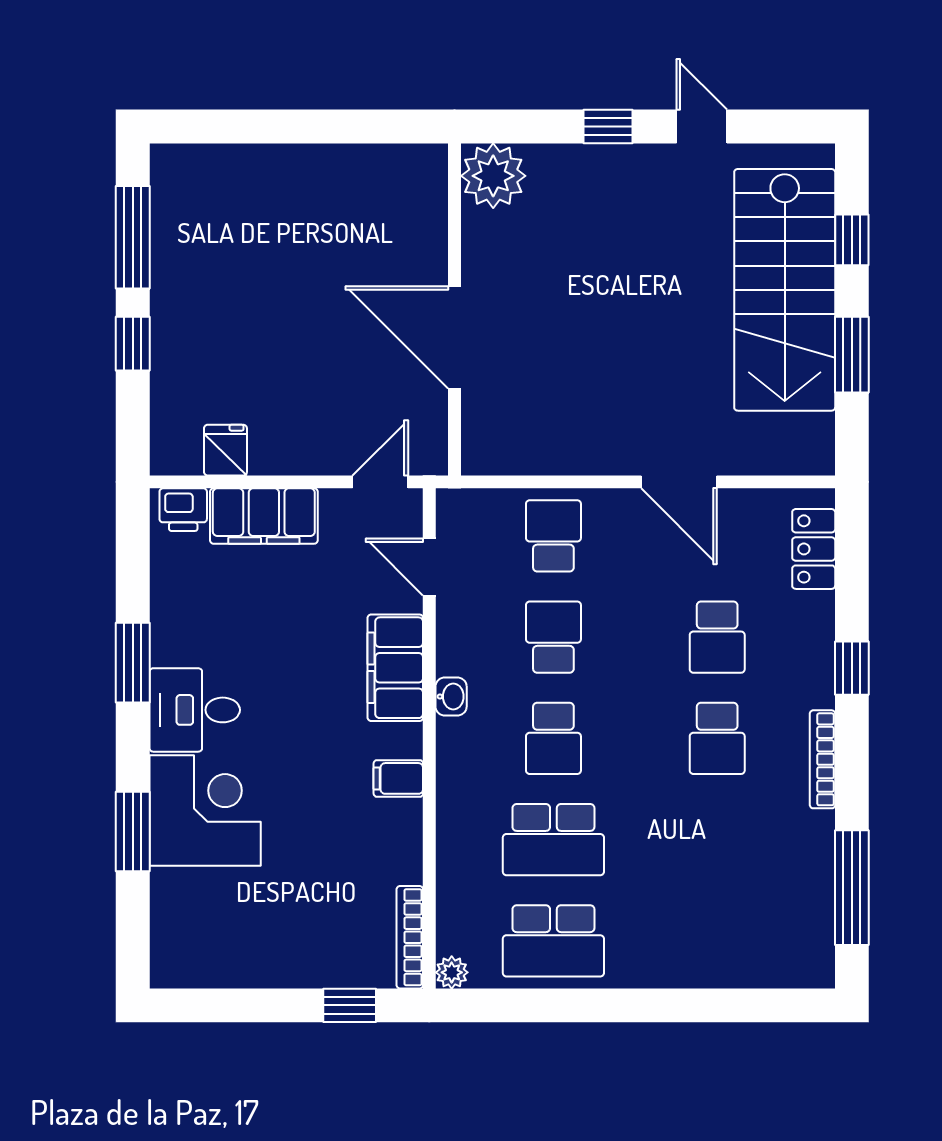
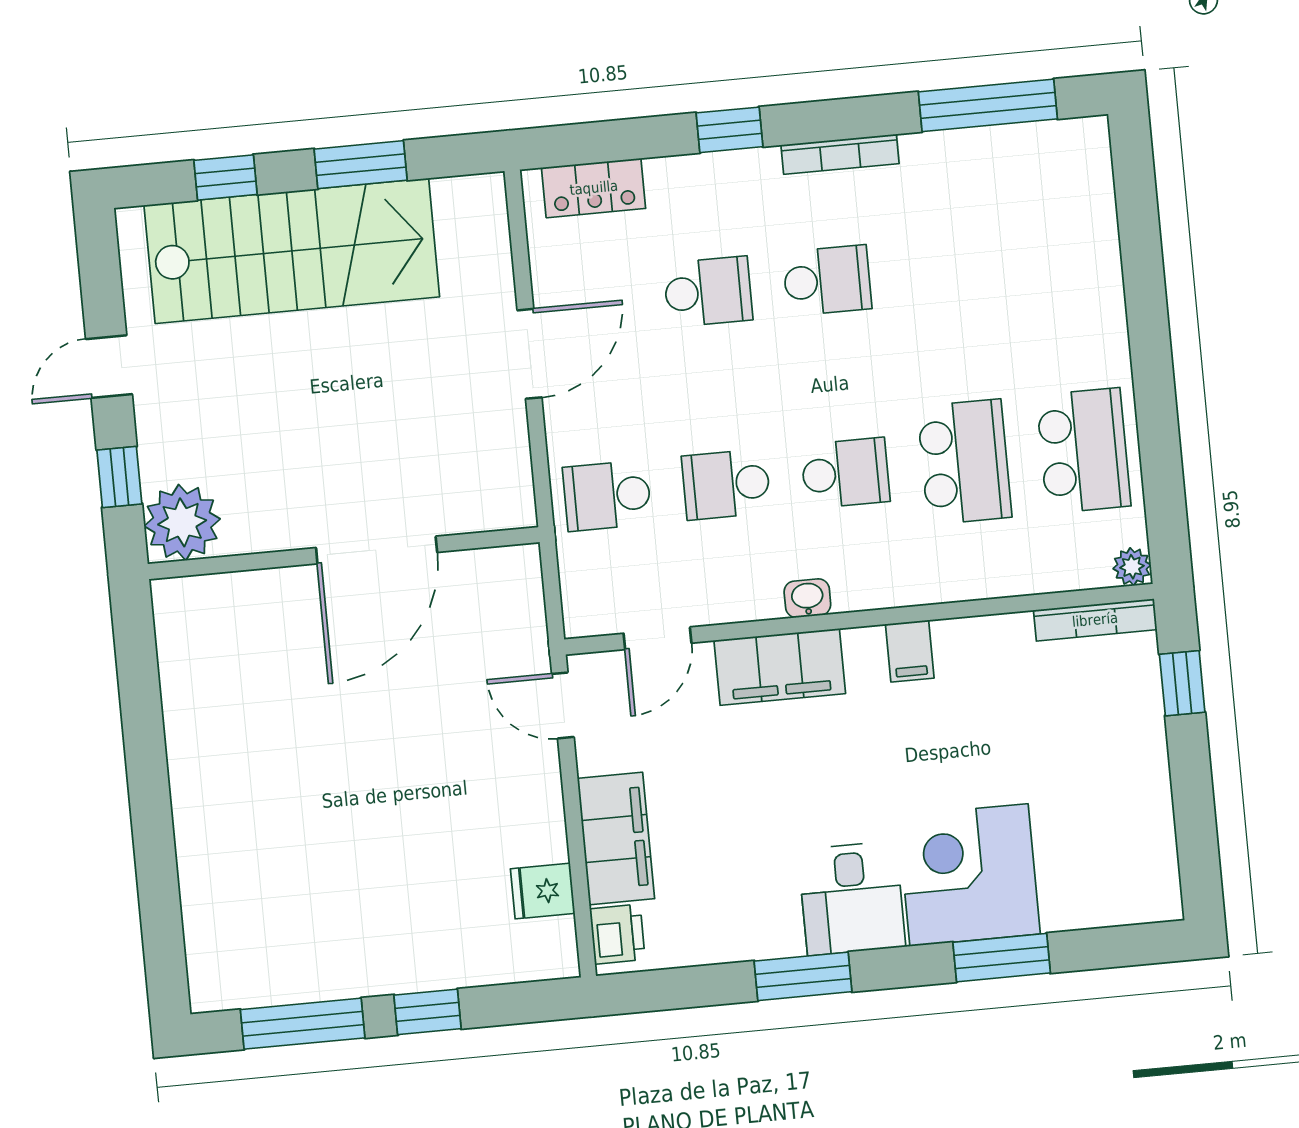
plant: (493, 176) -> (182, 522), moved
wall: (454, 309) -> (344, 553), moved
door: (454, 337) -> (377, 550), moved

